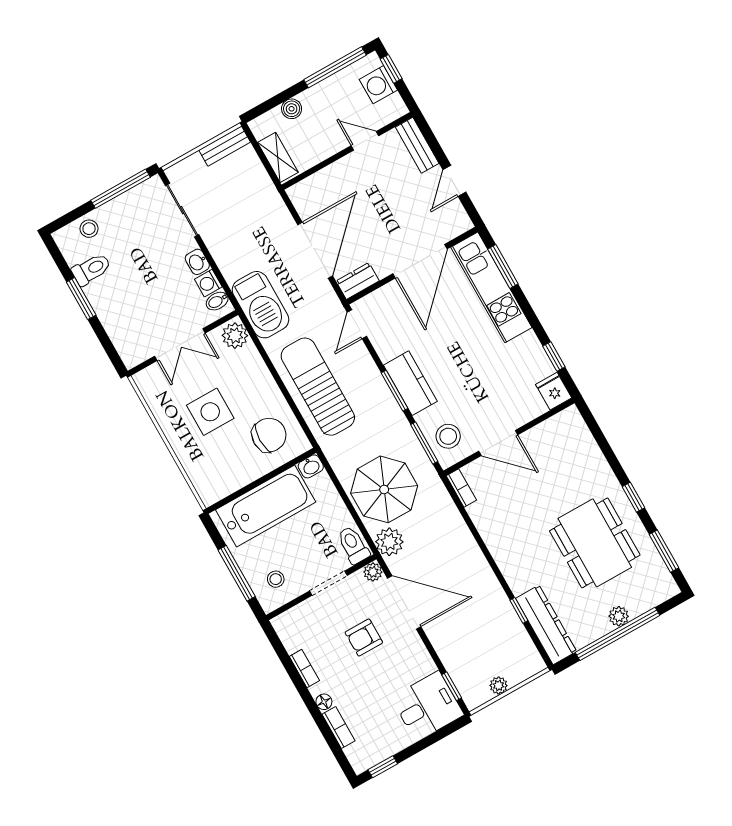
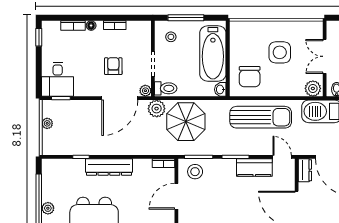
kitchen counter: (410, 383) -> (254, 168), moved
dresser: (546, 625) -> (109, 167), moved

